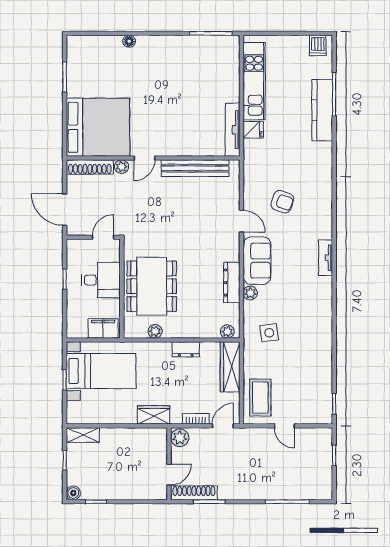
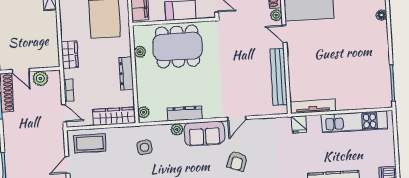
fridge: (253, 130) -> (299, 124), moved
armchair: (282, 202) -> (237, 161), moved
dresser: (186, 349) -> (126, 73), width x1.44
plant: (180, 438) -> (40, 78), moved

